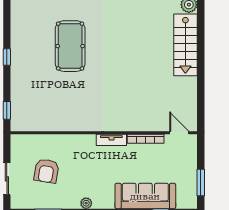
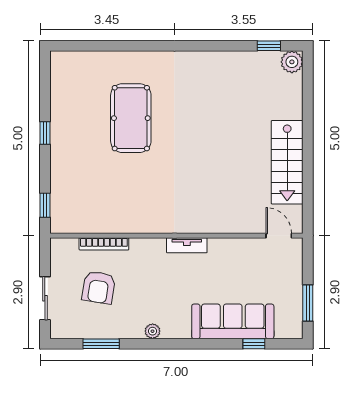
stairs: (185, 45) -> (287, 162), moved
bookcase: (146, 139) -> (104, 244), moved

